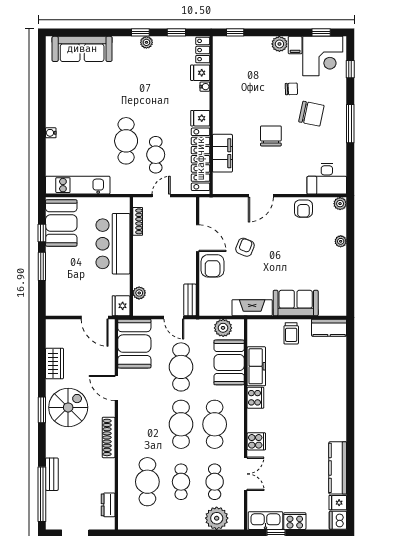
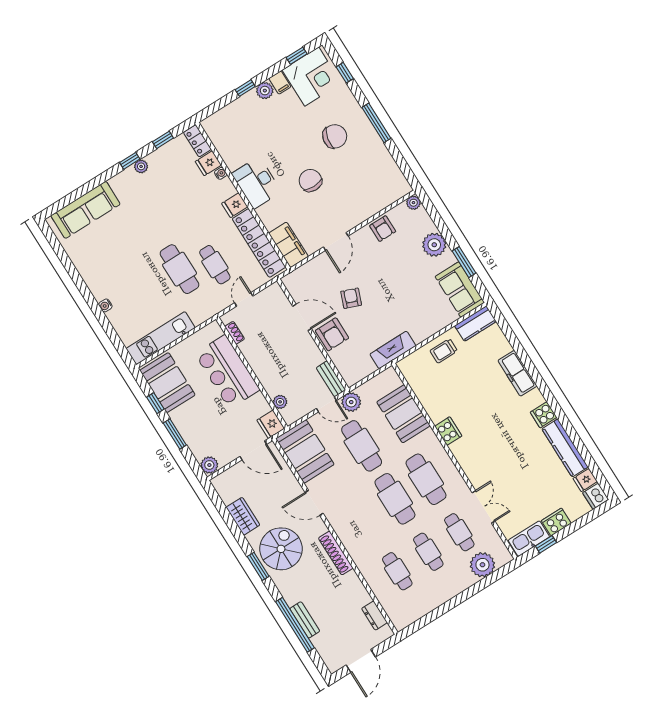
window: (235, 32) -> (245, 88), moved
chair: (291, 89) -> (302, 125), removed
filing cabinet: (222, 153) -> (288, 245), moved
desk: (327, 179) -> (257, 183), moved, turned 90
shoe rack: (138, 221) -> (235, 333), width x0.70
plant: (341, 241) -> (434, 245), width x1.88, depth x1.88
window: (350, 274) -> (464, 262), added
sofa: (296, 303) -> (460, 290), moved, turned -90
plant: (54, 307) -> (209, 465), added
plant: (223, 328) -> (351, 402), moved
trolley: (291, 333) -> (444, 351), turned 90
freezer: (256, 366) -> (517, 373), moved, turned 180
cooker: (256, 441) -> (544, 415), moved, turned 180
cafe table: (147, 482) -> (397, 571), width x0.73, depth x0.74
window: (42, 494) -> (295, 625), moved

